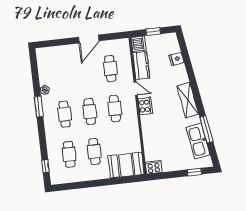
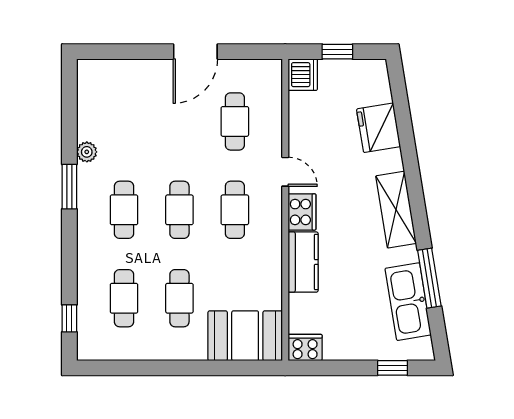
fridge: (176, 59) -> (378, 128), width x1.88, depth x1.34
kitchen counter: (141, 65) -> (303, 262), moved

